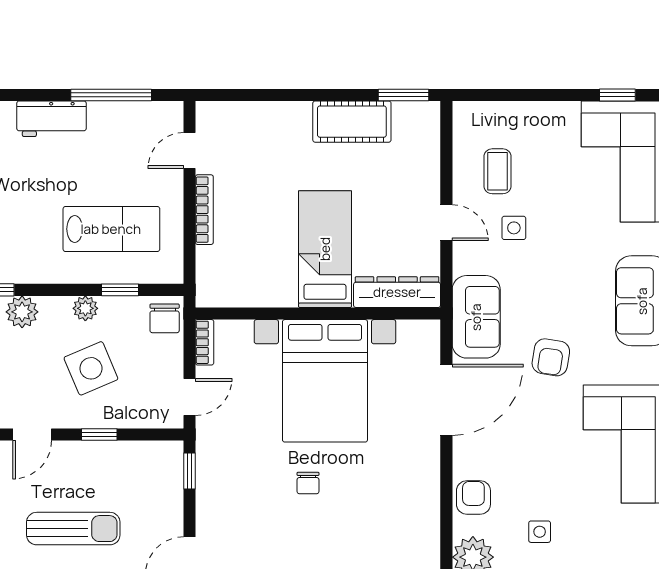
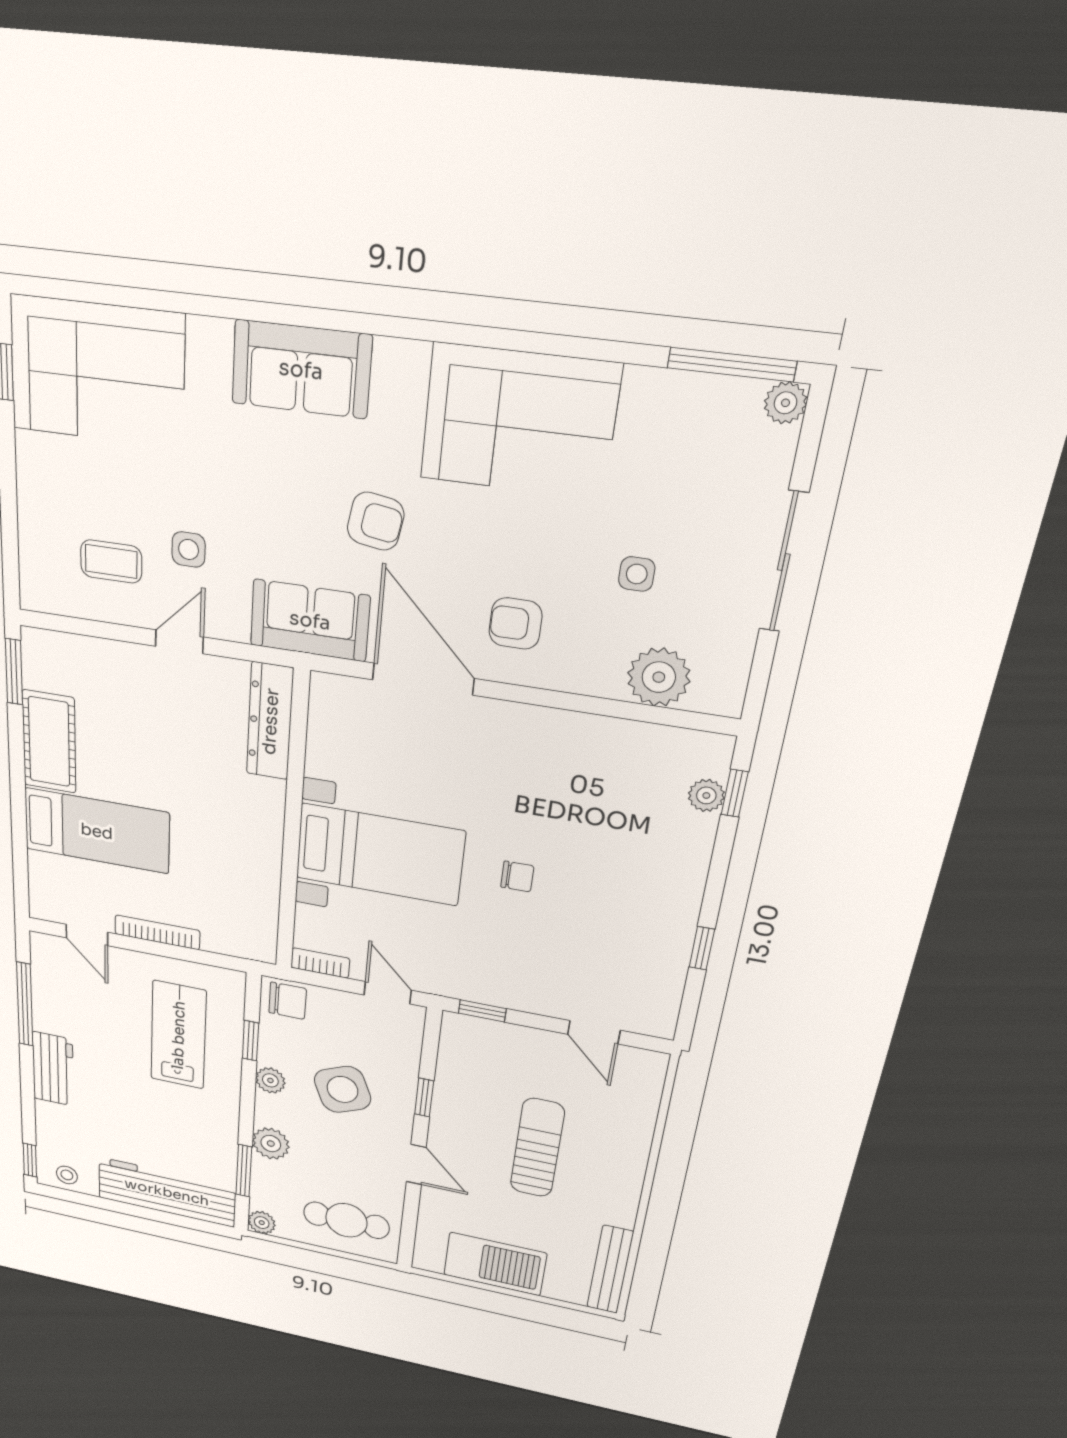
bed: (325, 249) -> (97, 831), moved, turned 180
bed with nightstands: (325, 381) -> (380, 855), width x0.73
armchair: (473, 497) -> (516, 623), moved

